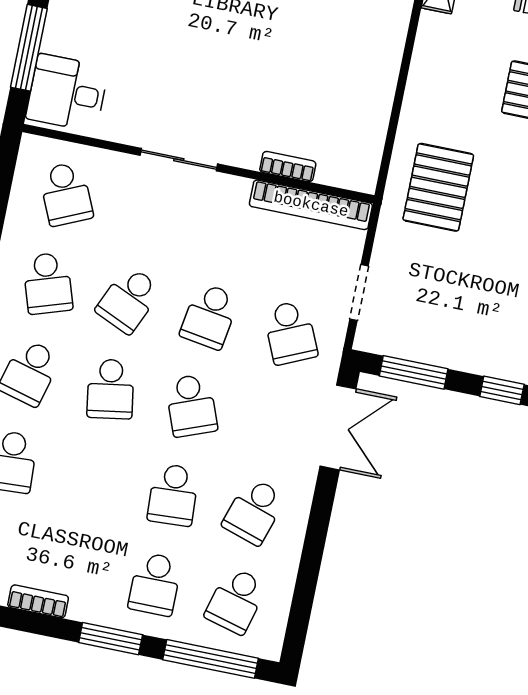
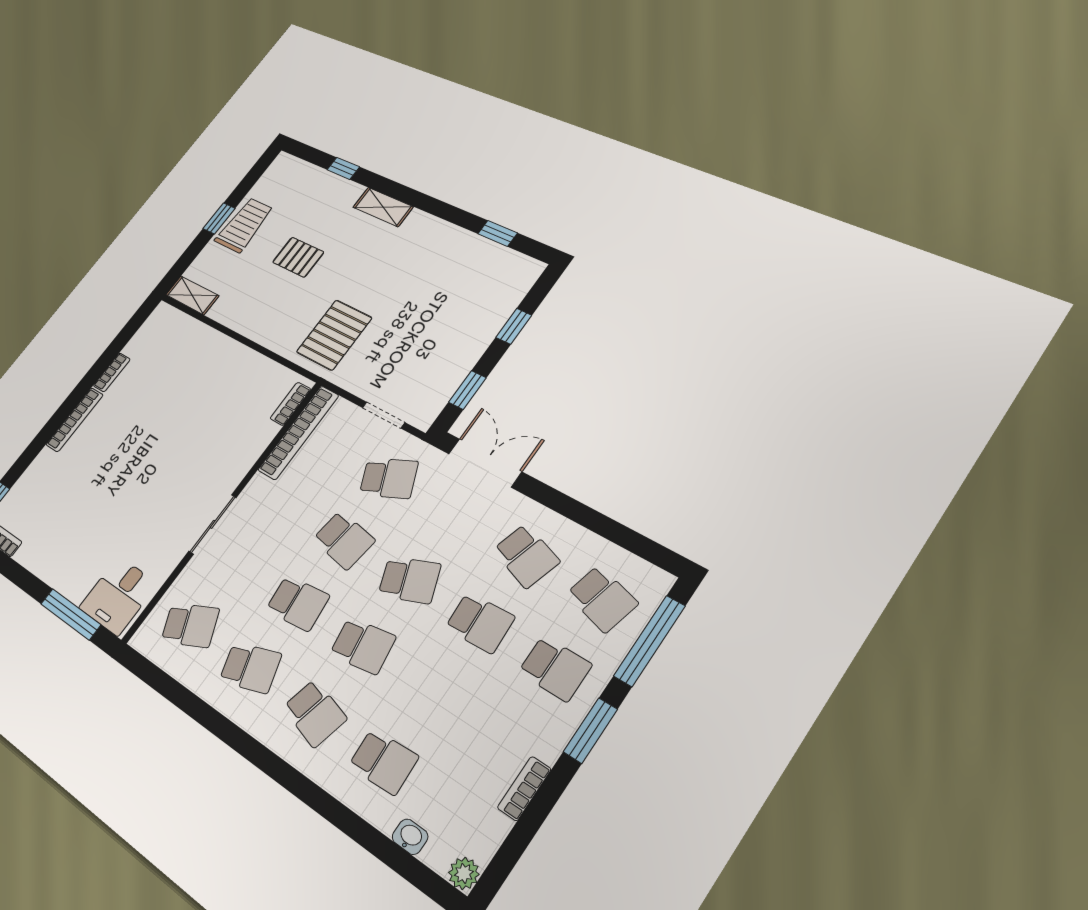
bookcase: (288, 167) -> (290, 404), moved
pallet: (438, 187) -> (334, 335), turned 90
school desk: (129, 300) -> (298, 603), turned -30
window: (414, 372) -> (467, 390), width x0.67

